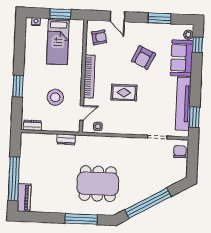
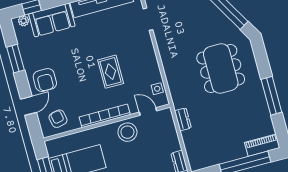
armchair: (144, 57) -> (45, 80), moved, turned 65
stool: (55, 97) -> (127, 132), moved
window: (81, 219) -> (271, 96), moved

